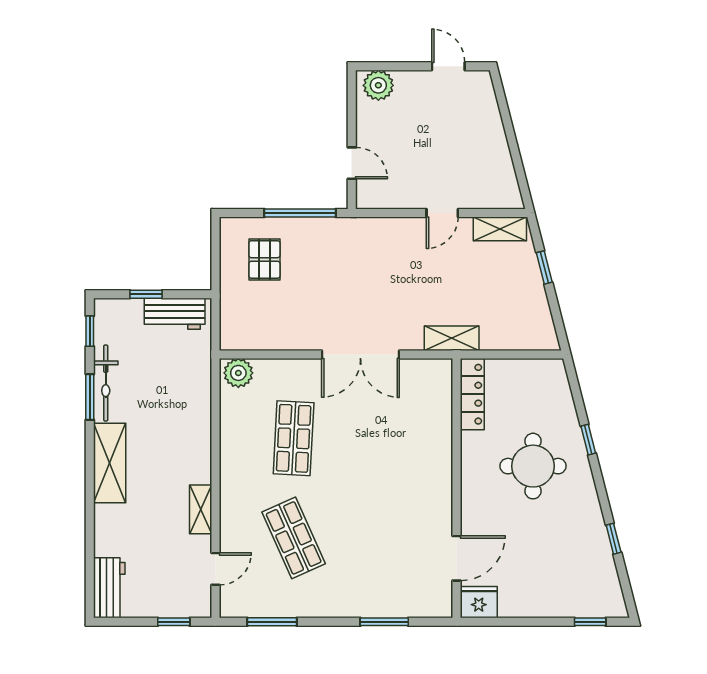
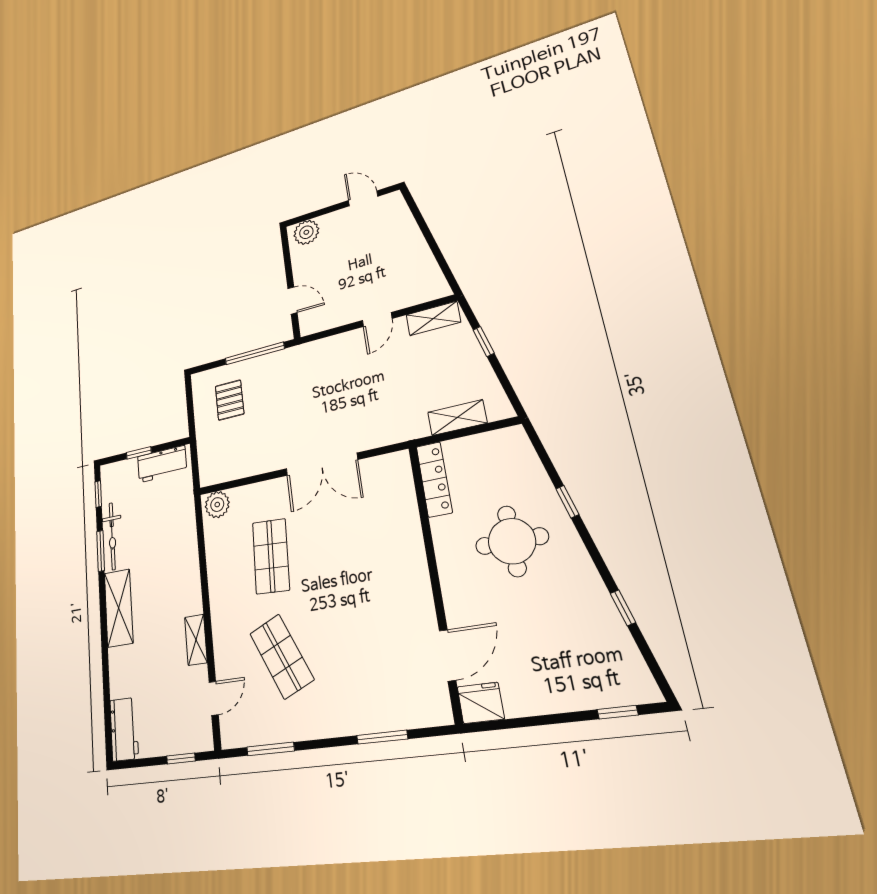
shelving: (452, 338) -> (457, 418), moved

